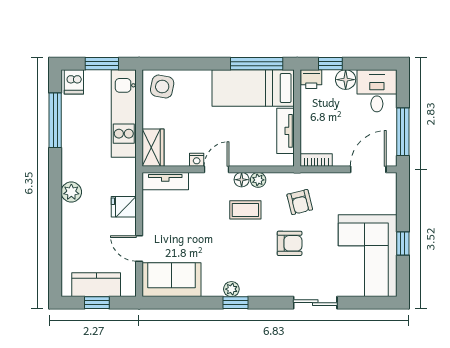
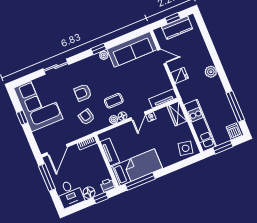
sofa: (172, 280) -> (132, 49), width x1.36

